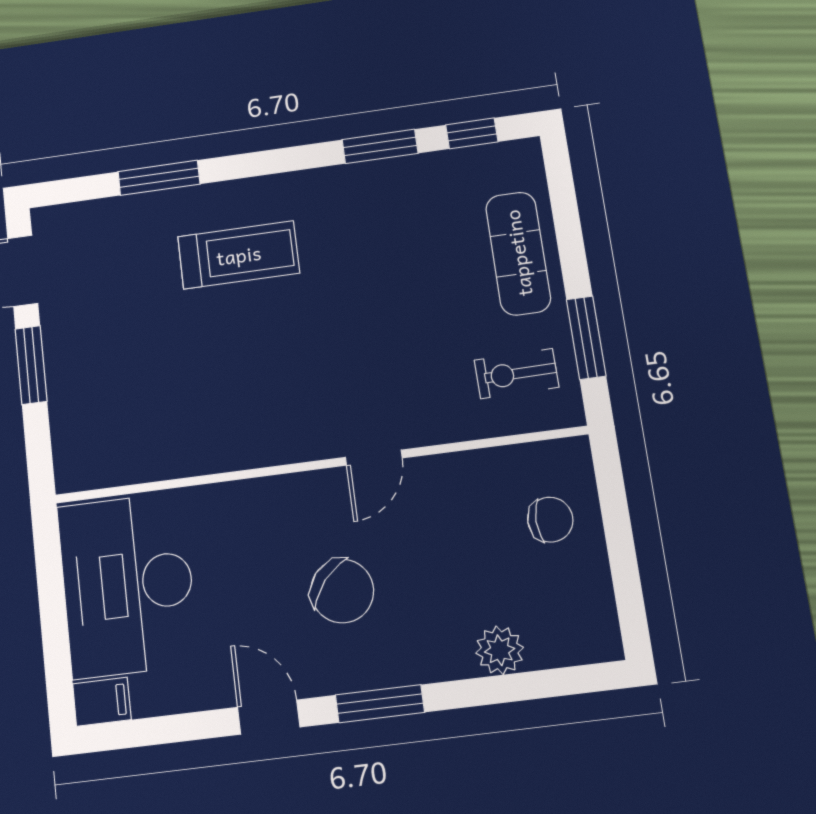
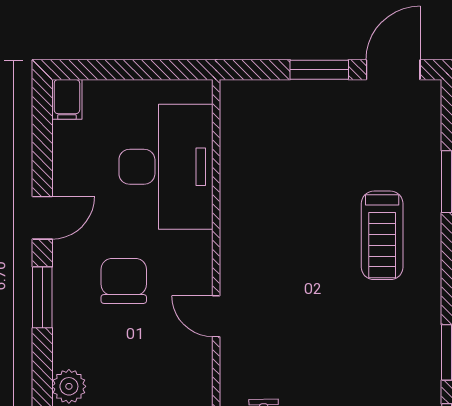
desk: (128, 585) -> (166, 167), moved, turned 90
chair: (342, 591) -> (124, 281), turned 140

